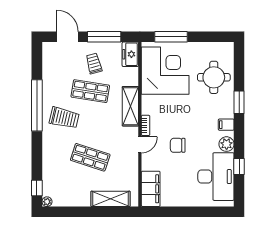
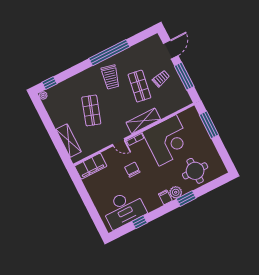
freezer: (130, 54) -> (181, 102), removed
corner desk: (165, 71) -> (168, 140), moved
plant: (227, 144) -> (176, 192), moved

